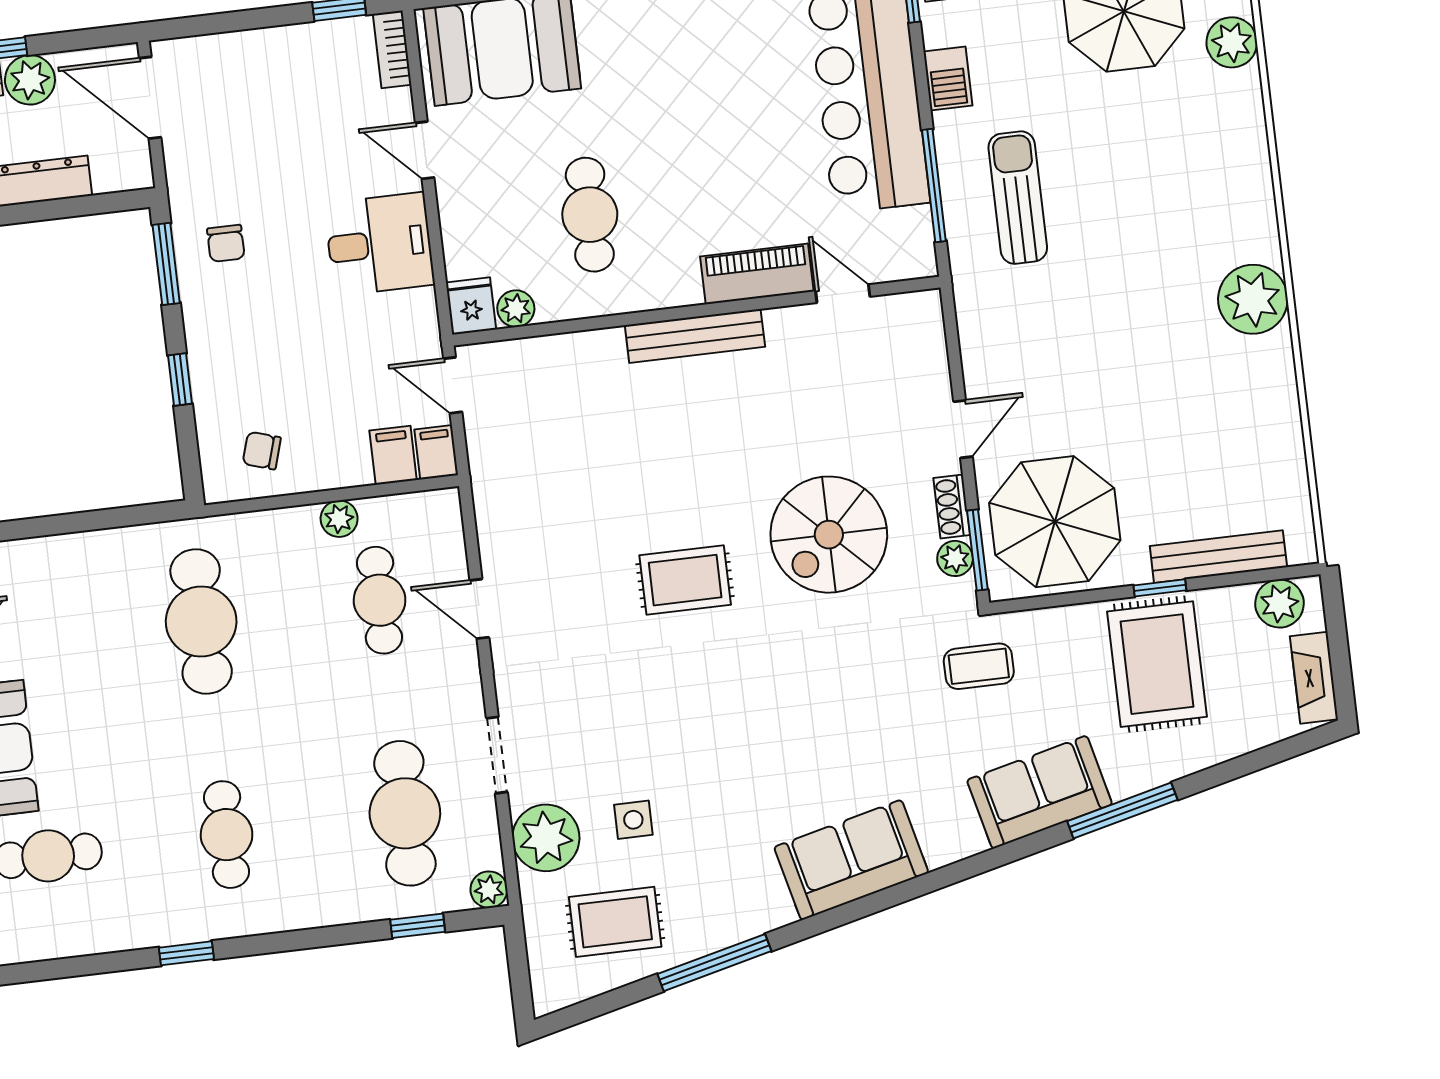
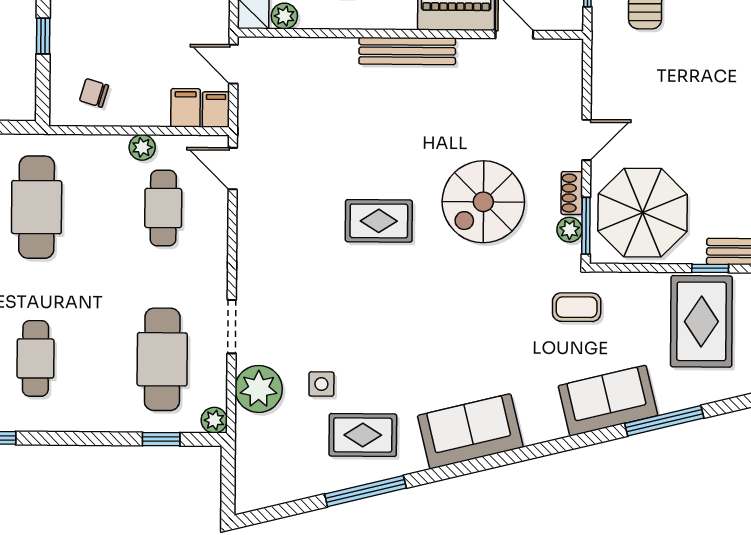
door: (479, 609) -> (233, 169), moved
rug: (615, 922) -> (363, 435), moved

